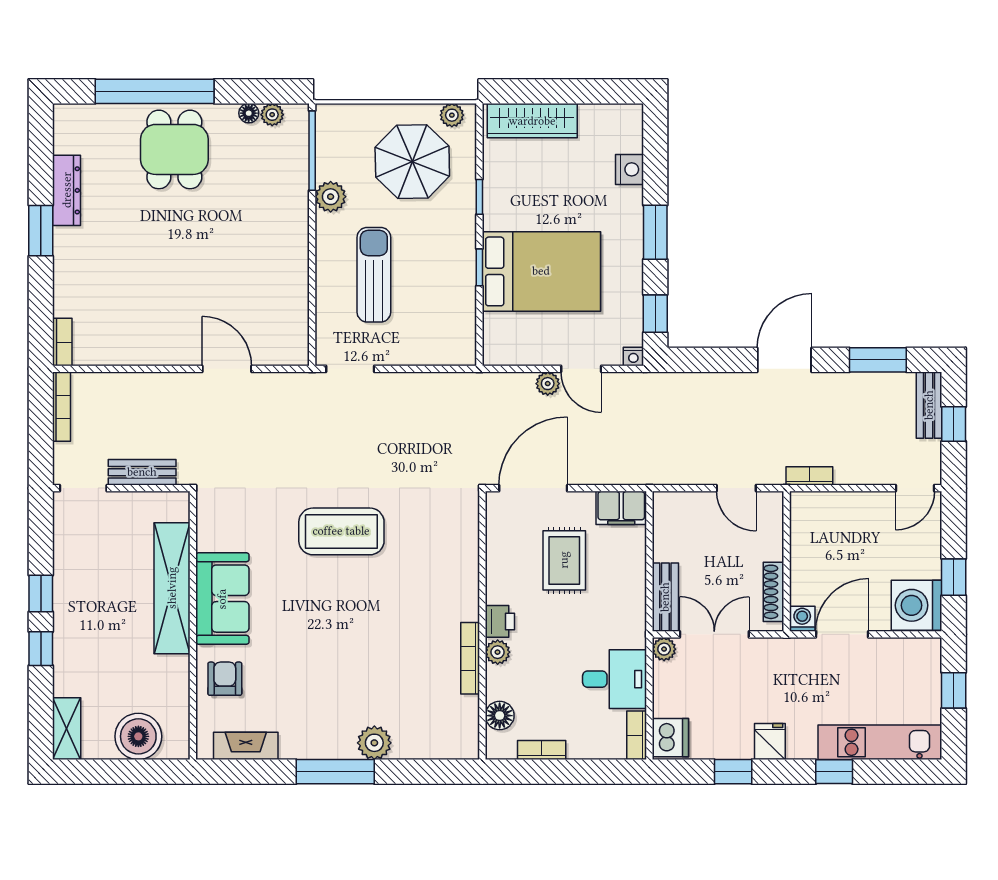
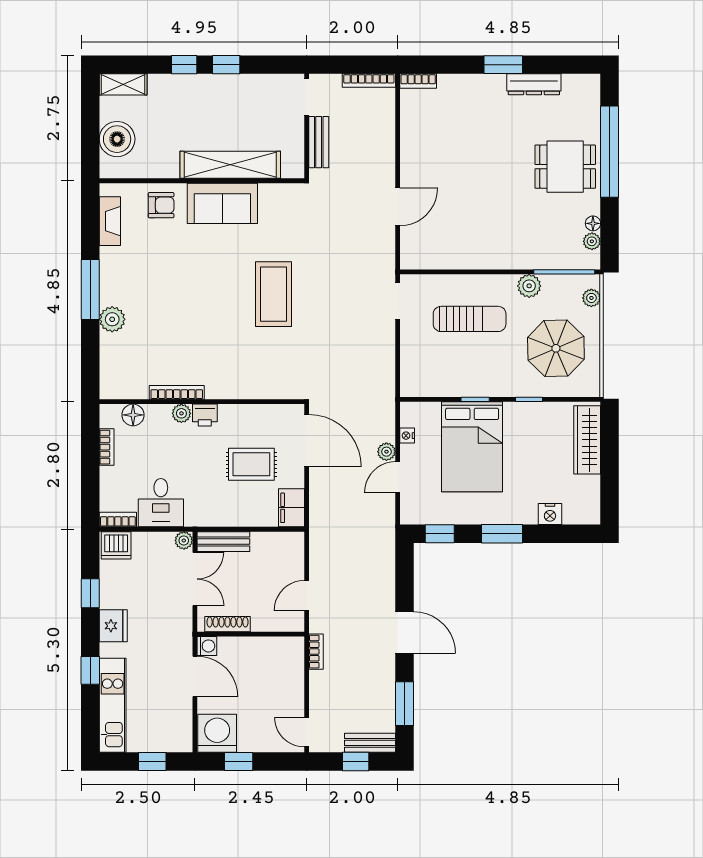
plant: (452, 115) -> (591, 298), moved
nightstand: (633, 356) -> (407, 436), moved
fridge: (770, 742) -> (113, 626), width x1.38

